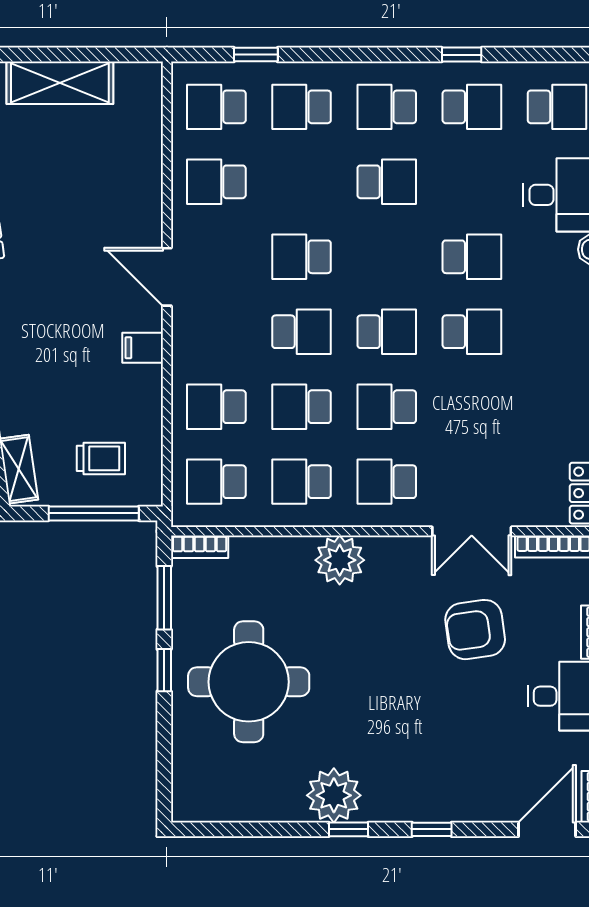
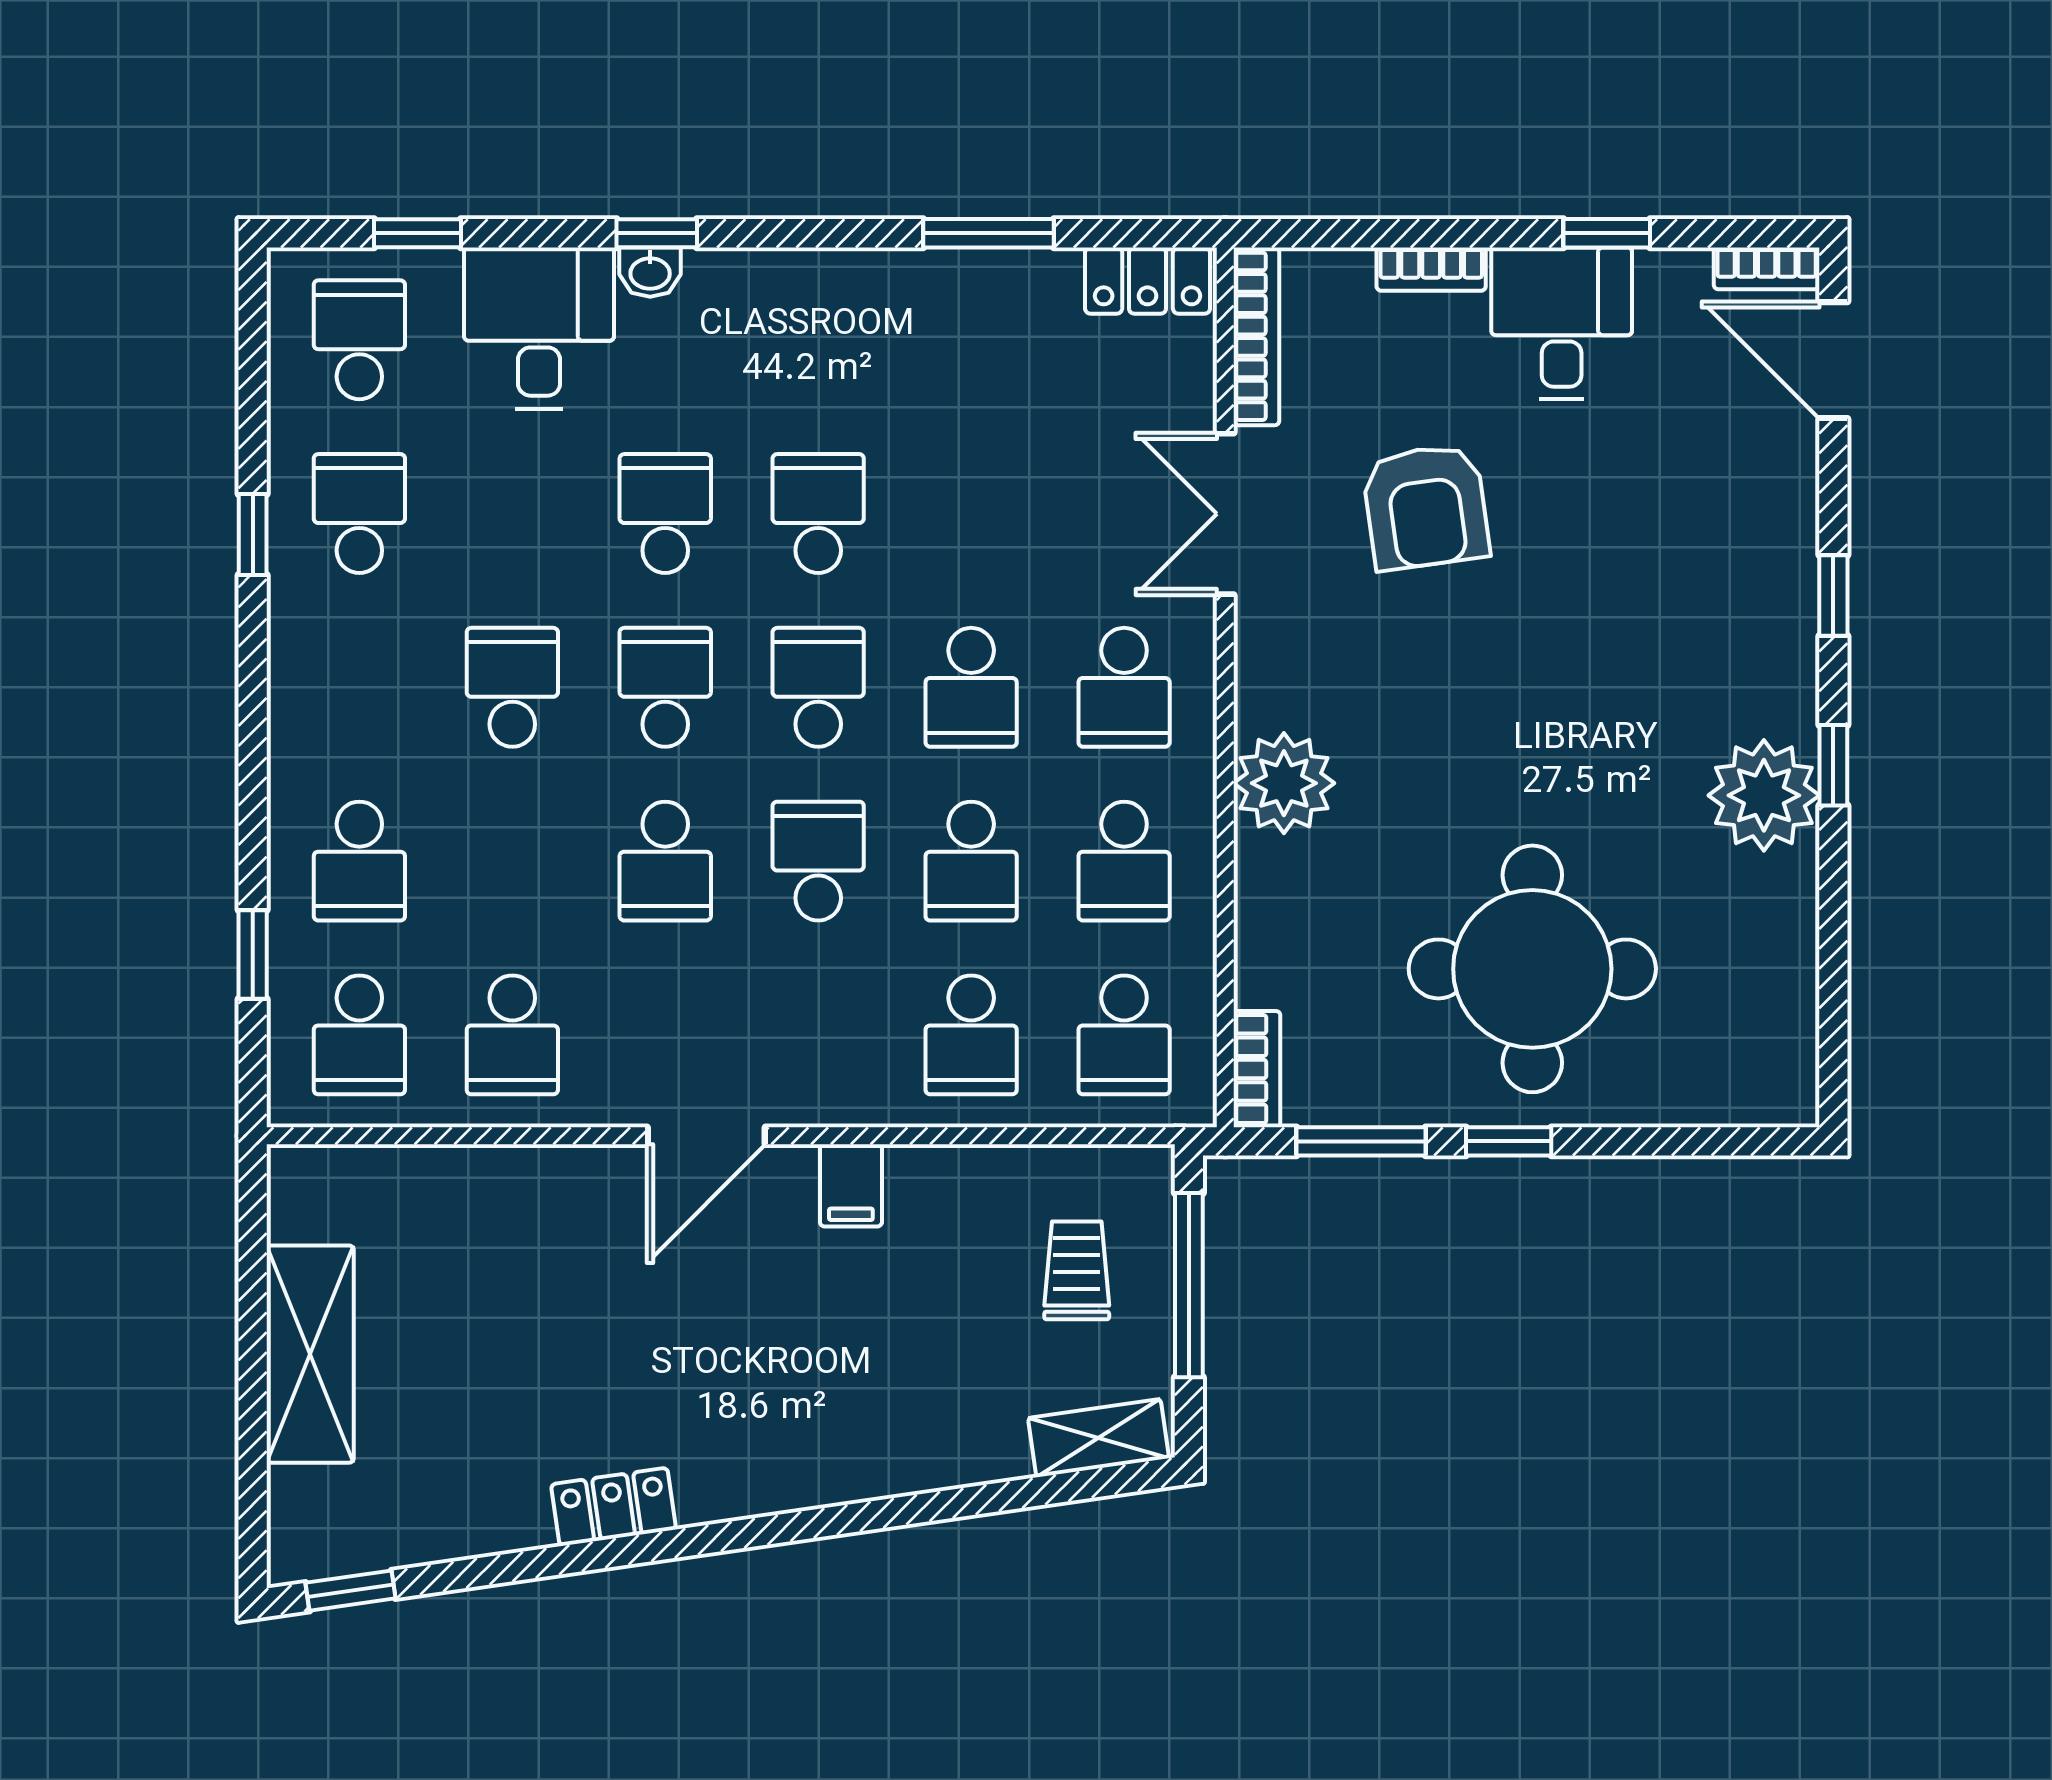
school desk: (387, 107) -> (665, 687), moved, turned 180
double door: (472, 531) -> (1225, 514), swing flipped

